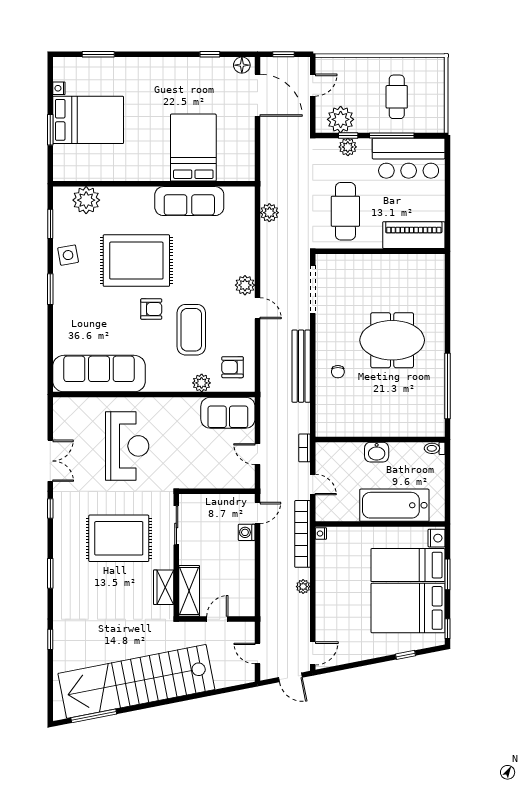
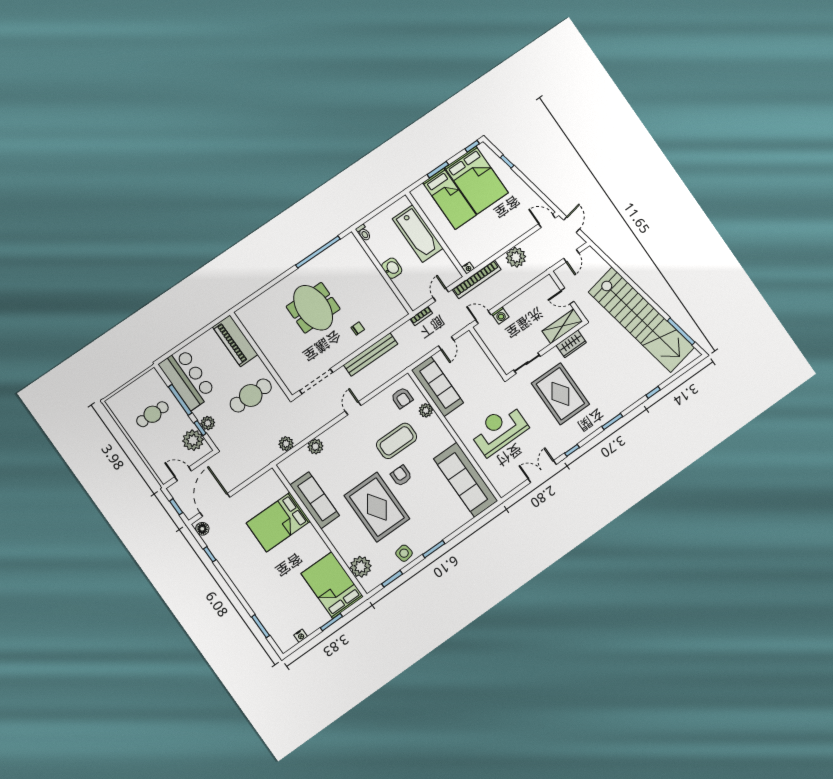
bed: (88, 120) -> (332, 585), moved
plant: (245, 285) -> (315, 447), moved
sofa: (228, 413) -> (437, 387), width x1.36
nightstand: (437, 538) -> (420, 192), removed
plant: (303, 587) -> (516, 257), width x1.87, depth x1.87

